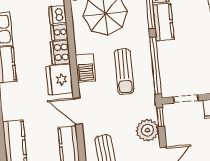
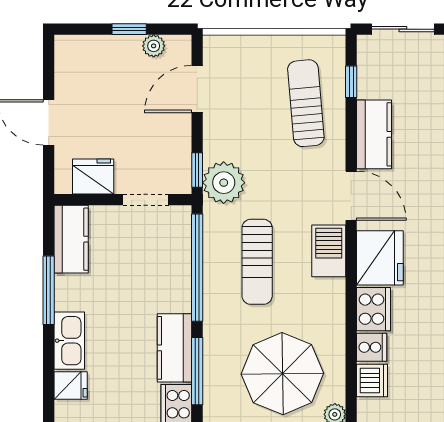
barbecue: (86, 68) -> (329, 251), moved
sun lounger: (124, 72) -> (257, 262), turned 180
plant: (147, 130) -> (224, 183), moved

